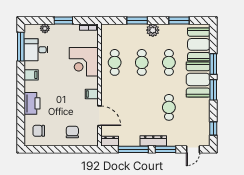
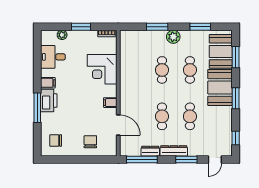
window: (21, 47) -> (37, 108), moved
cafe table: (115, 62) -> (162, 116), moved
window: (213, 64) -> (236, 57), moved
printer: (32, 103) -> (49, 100), moved
dresser: (110, 141) -> (150, 151), moved
window: (133, 149) -> (142, 160), moved

